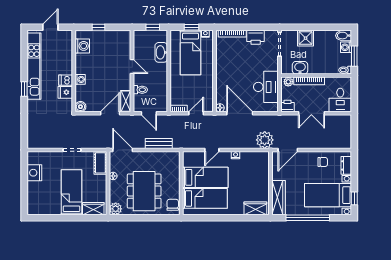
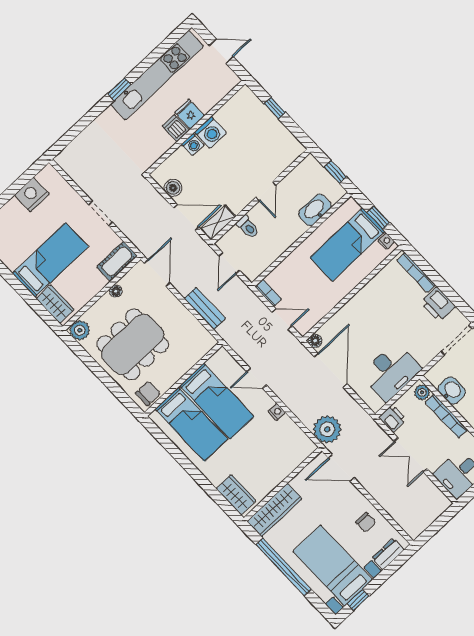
washing machine: (82, 46) -> (210, 132), moved
fridge: (65, 92) -> (190, 114), moved
boiler: (80, 107) -> (173, 188), moved

